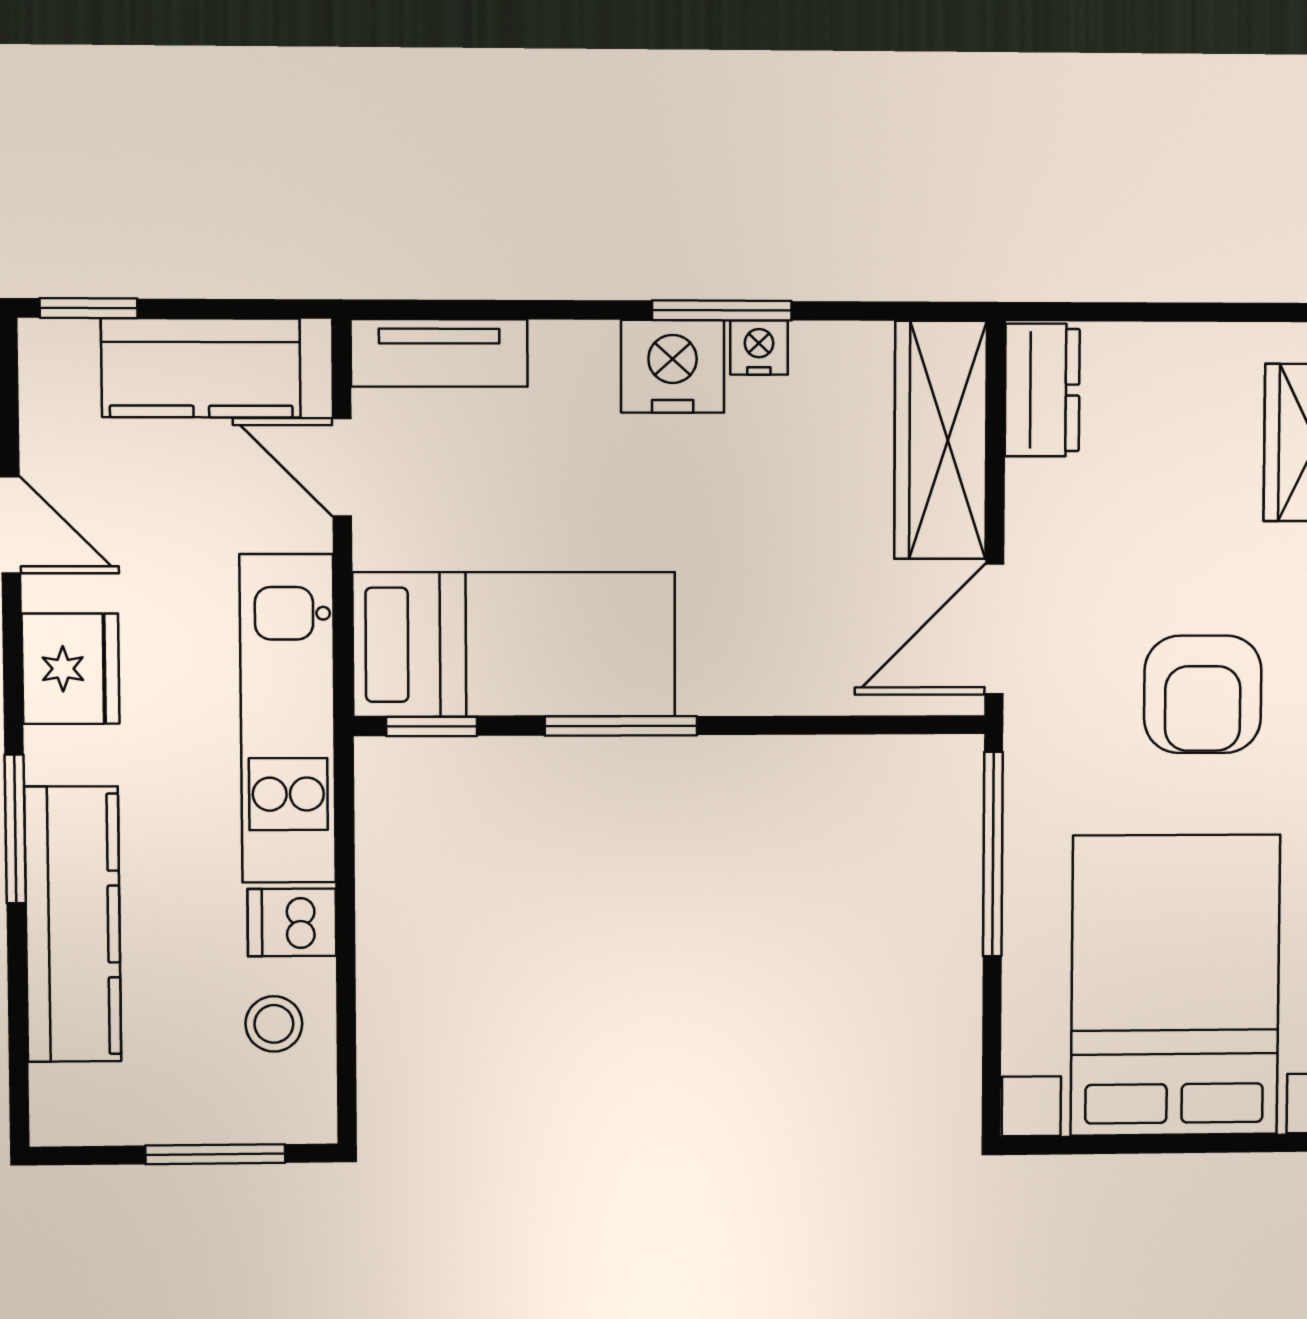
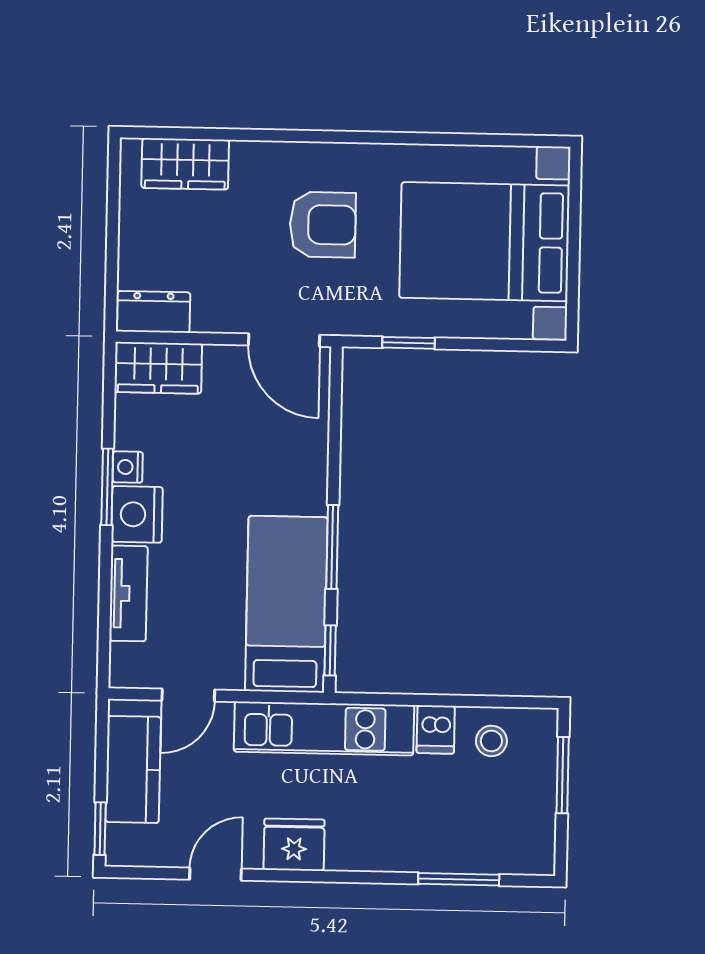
tv unit: (439, 353) -> (128, 593), moved
wardrobe: (941, 440) -> (158, 368), width x0.67
window: (15, 829) -> (459, 879), moved
window: (993, 854) -> (408, 343), width x0.46
kitchen counter: (73, 924) -> (433, 848), removed

